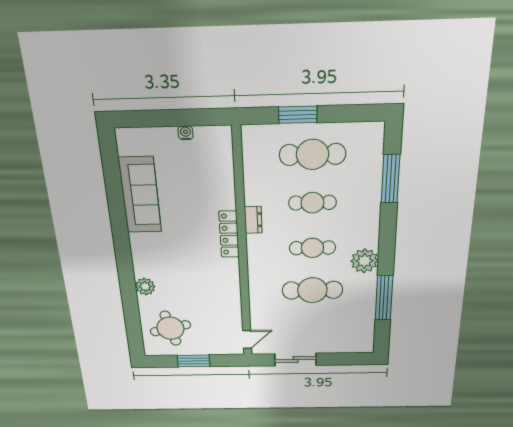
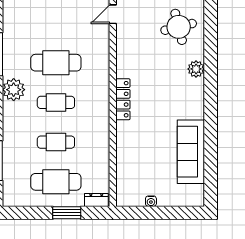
dresser: (253, 220) -> (96, 200), moved, turned 90
locker: (229, 234) -> (123, 99), moved

